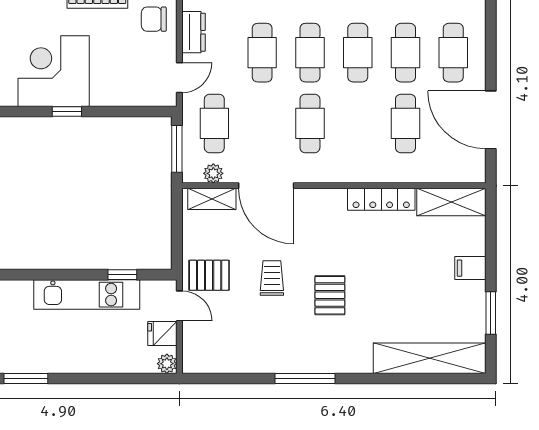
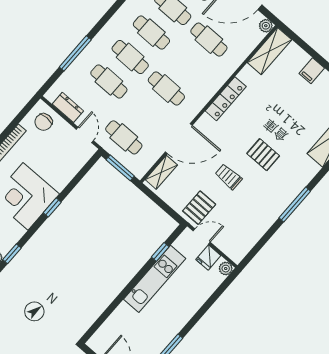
plant: (213, 173) -> (266, 26), moved
locker: (381, 199) -> (226, 99), moved

